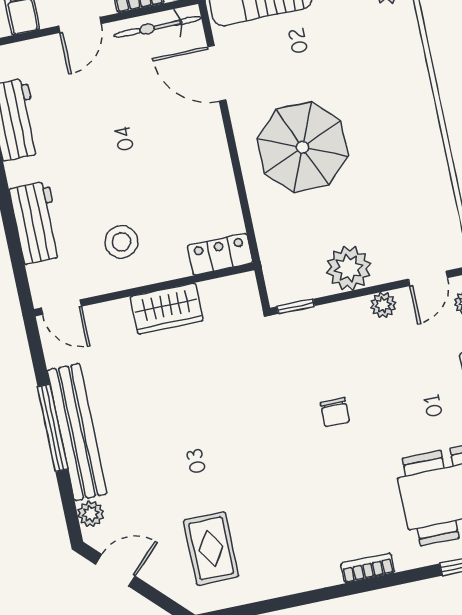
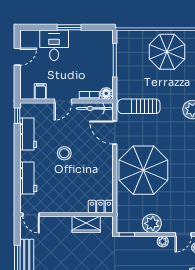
parasol: (302, 147) -> (143, 170), width x1.36, depth x1.36
stool: (121, 242) -> (64, 153), moved
wardrobe: (167, 309) -> (86, 224), moved

